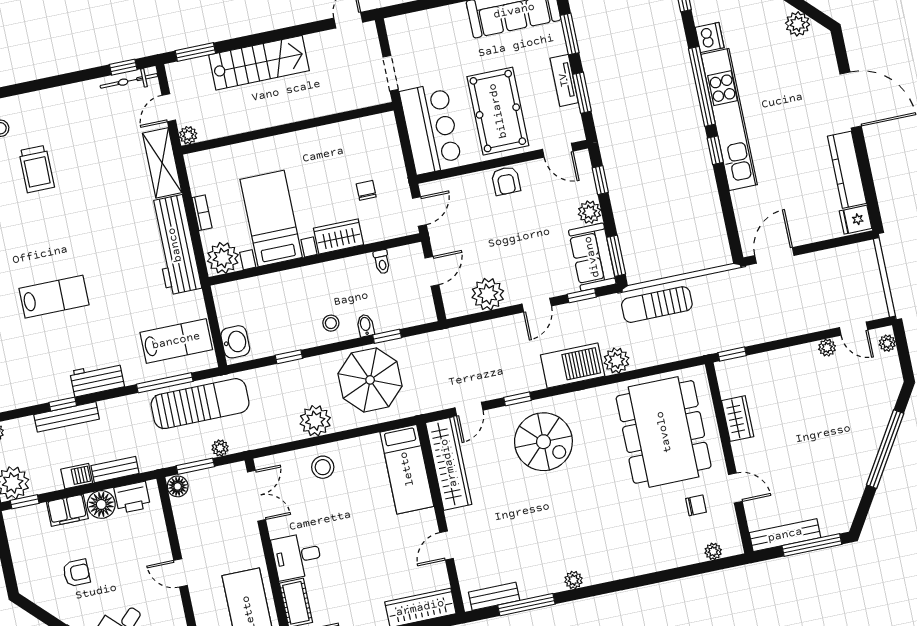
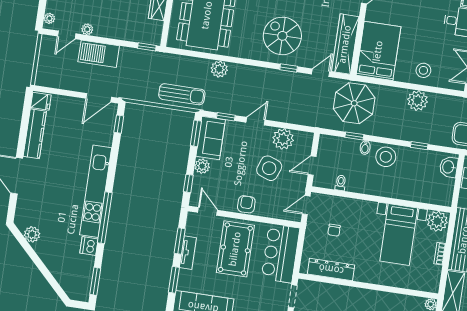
dresser: (350, 132) -> (331, 269), added
window: (715, 150) -> (119, 124), moved
wardrobe: (339, 236) -> (361, 208), removed
side table: (492, 245) -> (269, 168), added
stool: (331, 323) -> (386, 157), width x1.89, depth x1.89
door: (854, 329) -> (67, 35), swing flipped
barbecue: (573, 366) -> (99, 54), moved
parasol: (370, 380) -> (354, 103), moved
bed: (407, 469) -> (378, 51), width x1.50

